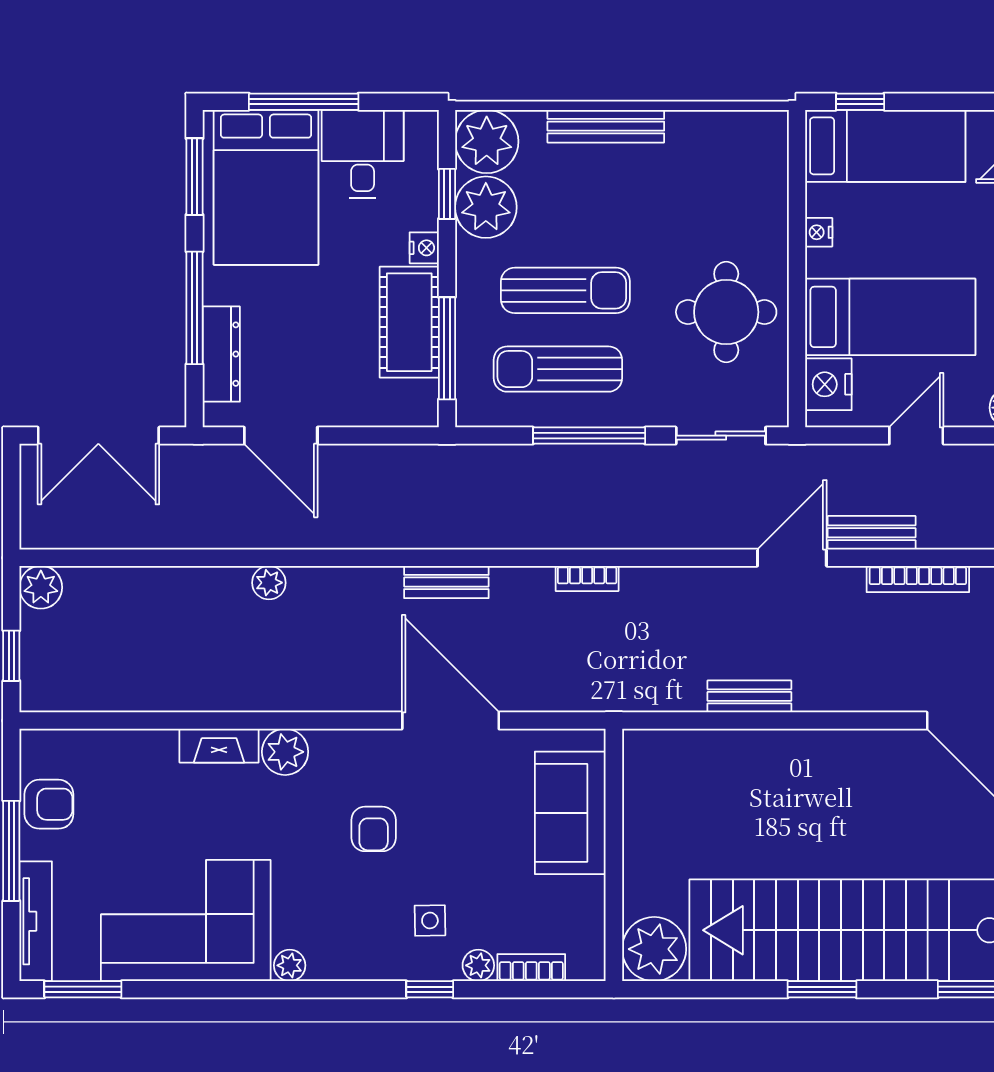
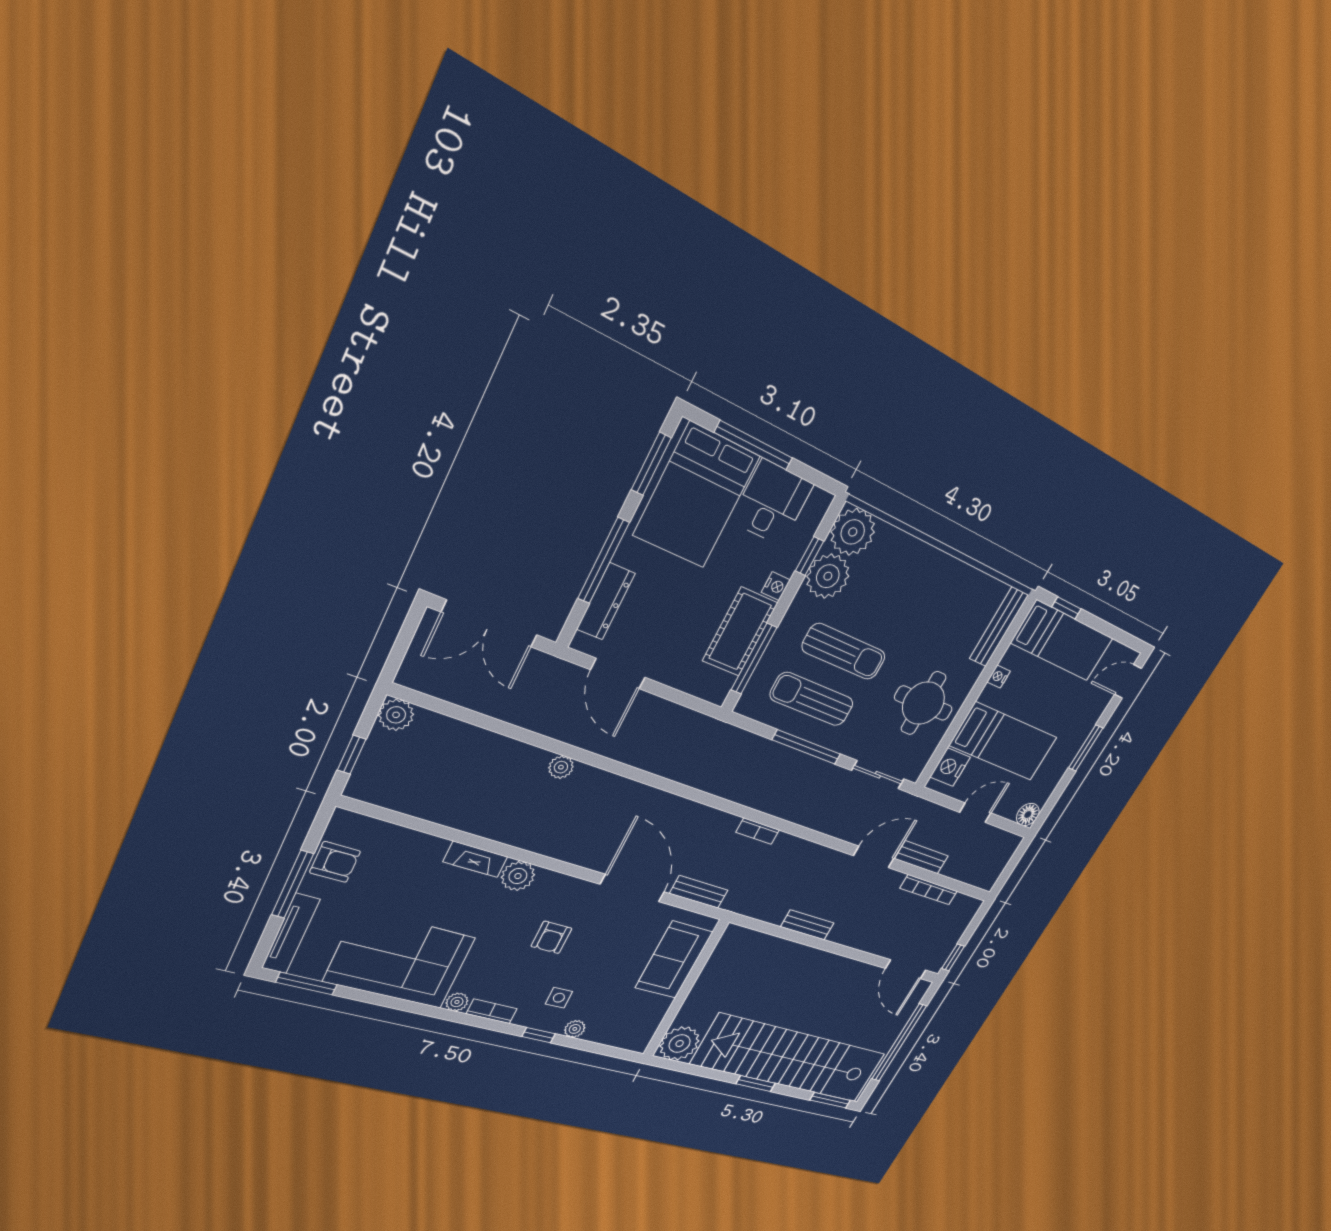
bench: (606, 126) -> (999, 627), moved, turned 90
bench: (446, 582) -> (699, 892), moved
bookcase: (531, 968) -> (492, 1011), moved

